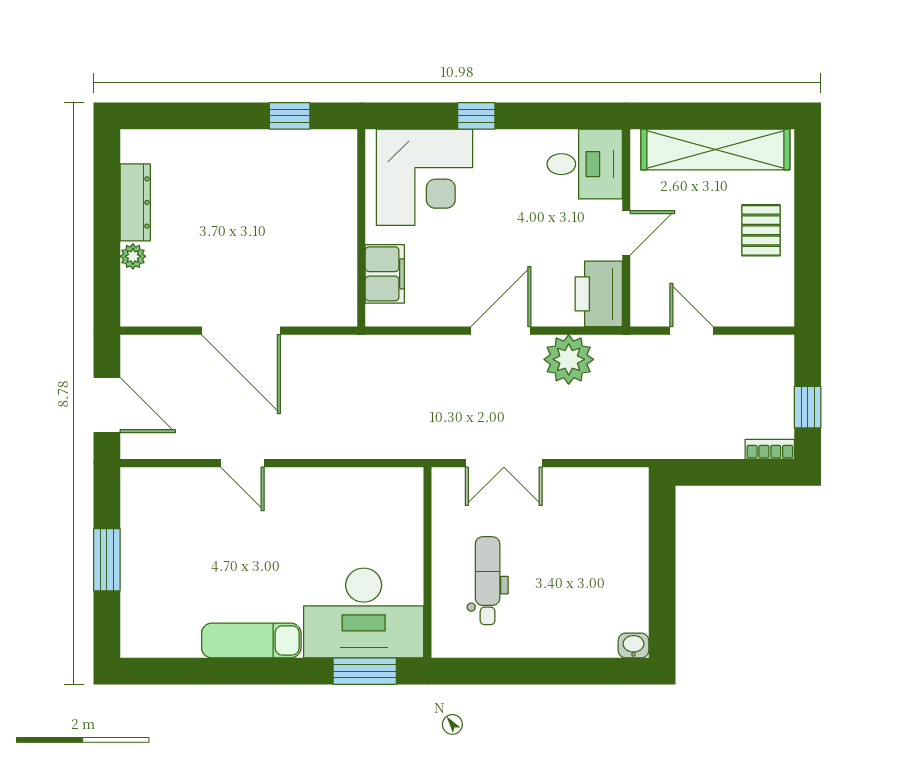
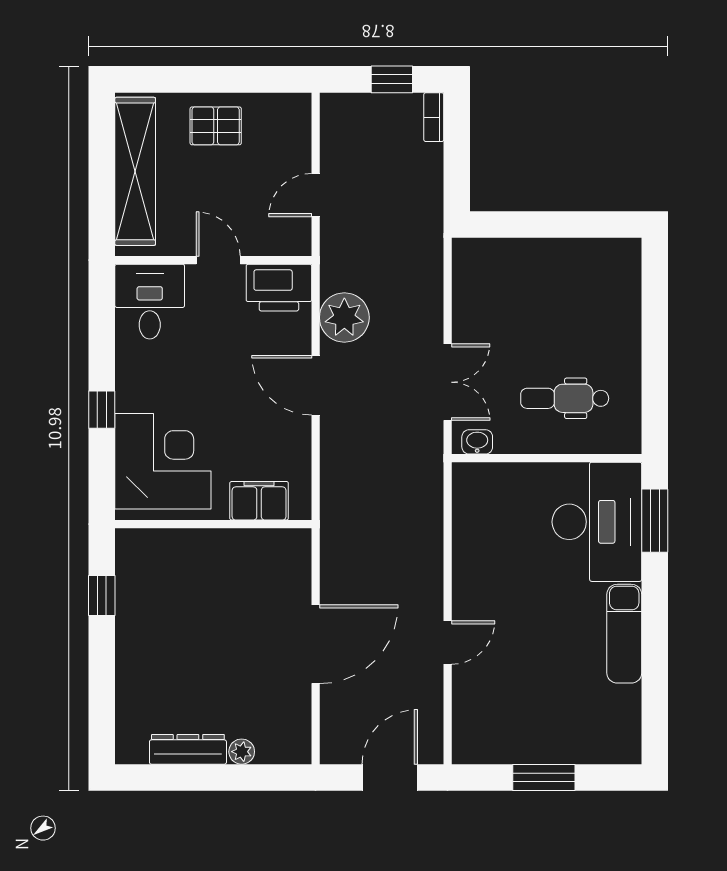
washbasin: (633, 645) -> (477, 442), moved, turned 90

